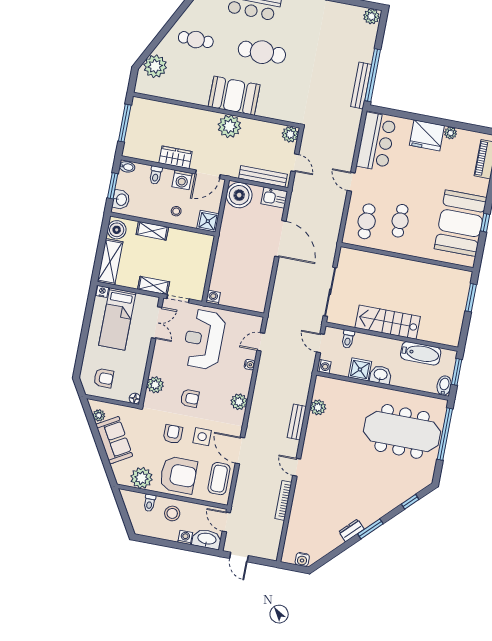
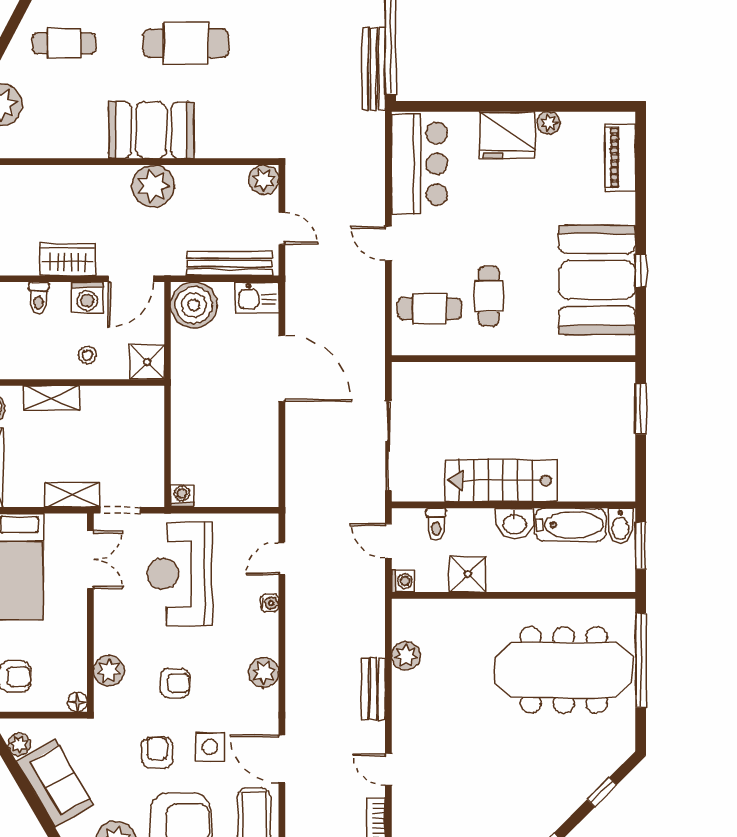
cafe table: (367, 221) -> (429, 309), turned 90
washbasin: (381, 375) -> (514, 524), moved, turned 180
bidet: (444, 386) -> (620, 526), moved, turned 180

